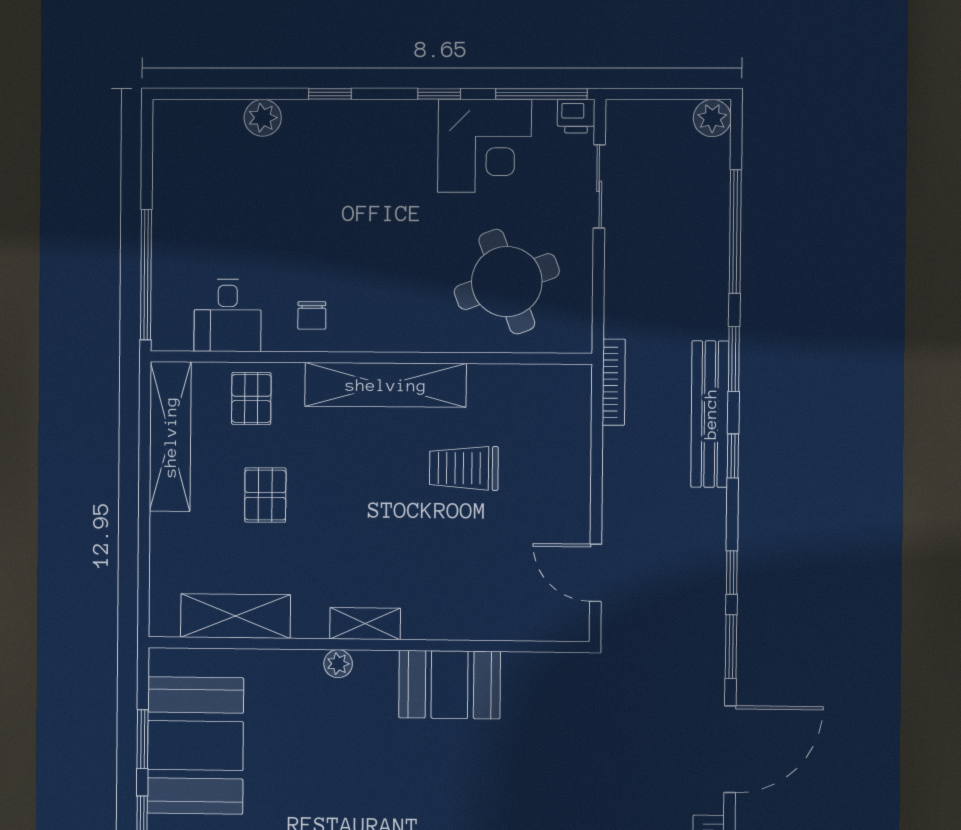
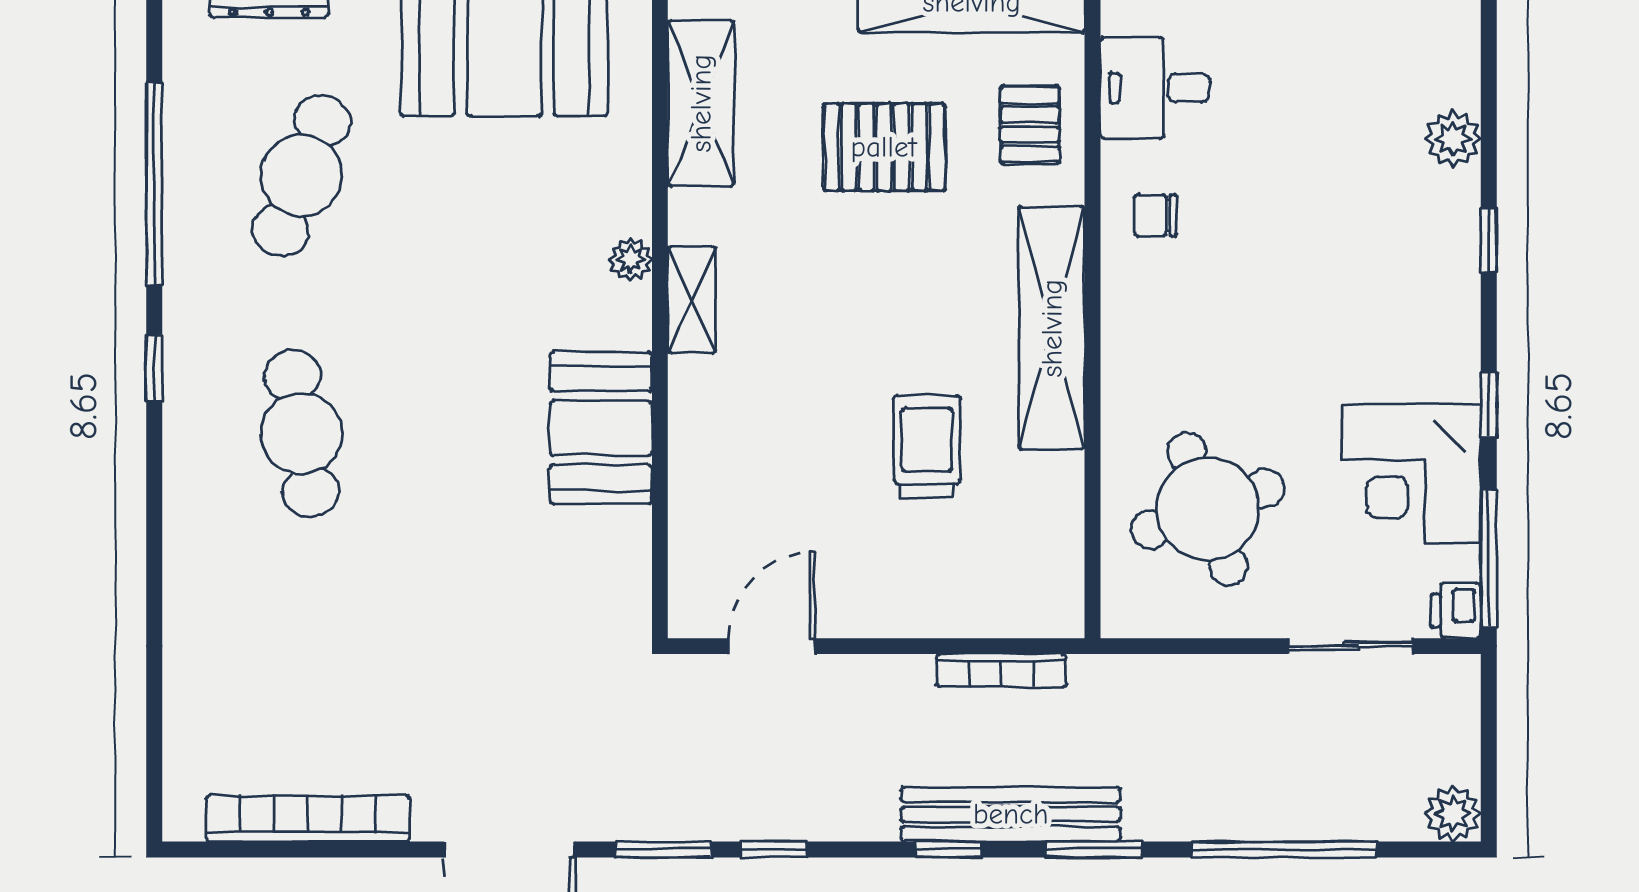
bookcase: (614, 382) -> (1001, 671), moved
pallet: (251, 398) -> (1030, 125), turned 90
pallet: (265, 495) -> (884, 147), width x1.50, depth x1.42

